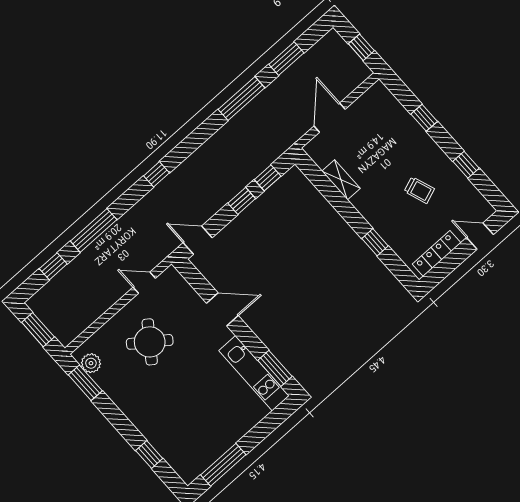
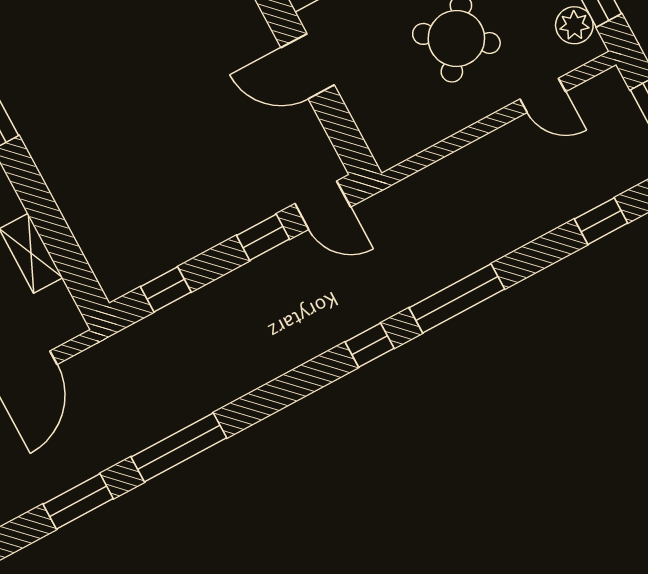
window: (242, 201) -> (263, 237), moved
window: (94, 230) -> (457, 298), moved
door: (144, 283) -> (543, 95), moved

